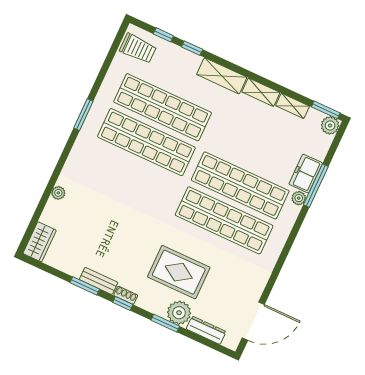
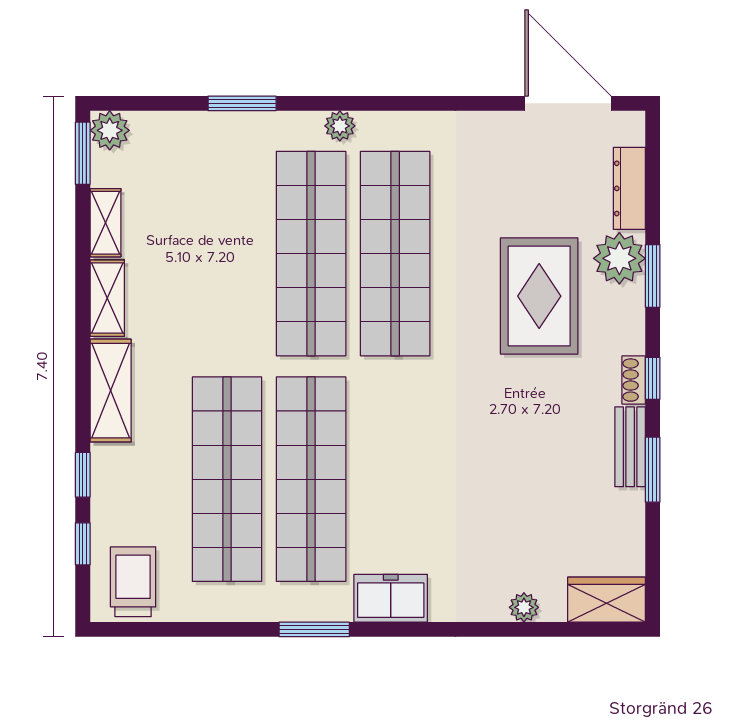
freezer: (306, 174) -> (391, 598), moved, turned 180
window: (316, 186) -> (242, 103), width x0.69
plant: (58, 193) -> (524, 607), moved
plant: (299, 198) -> (340, 126), moved

